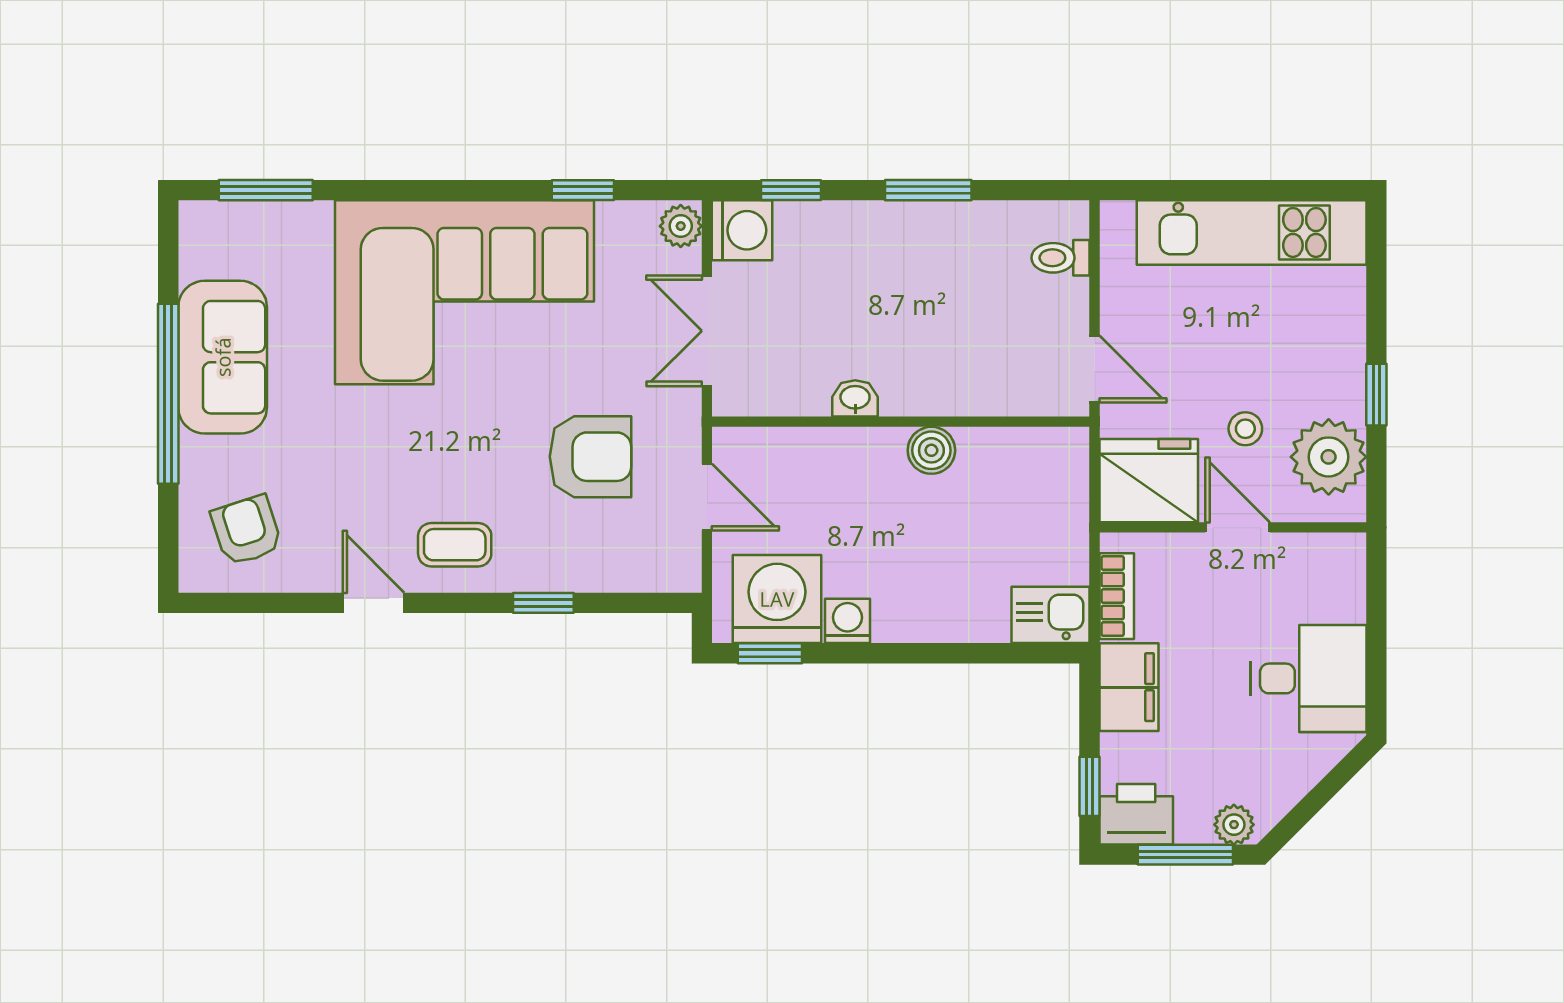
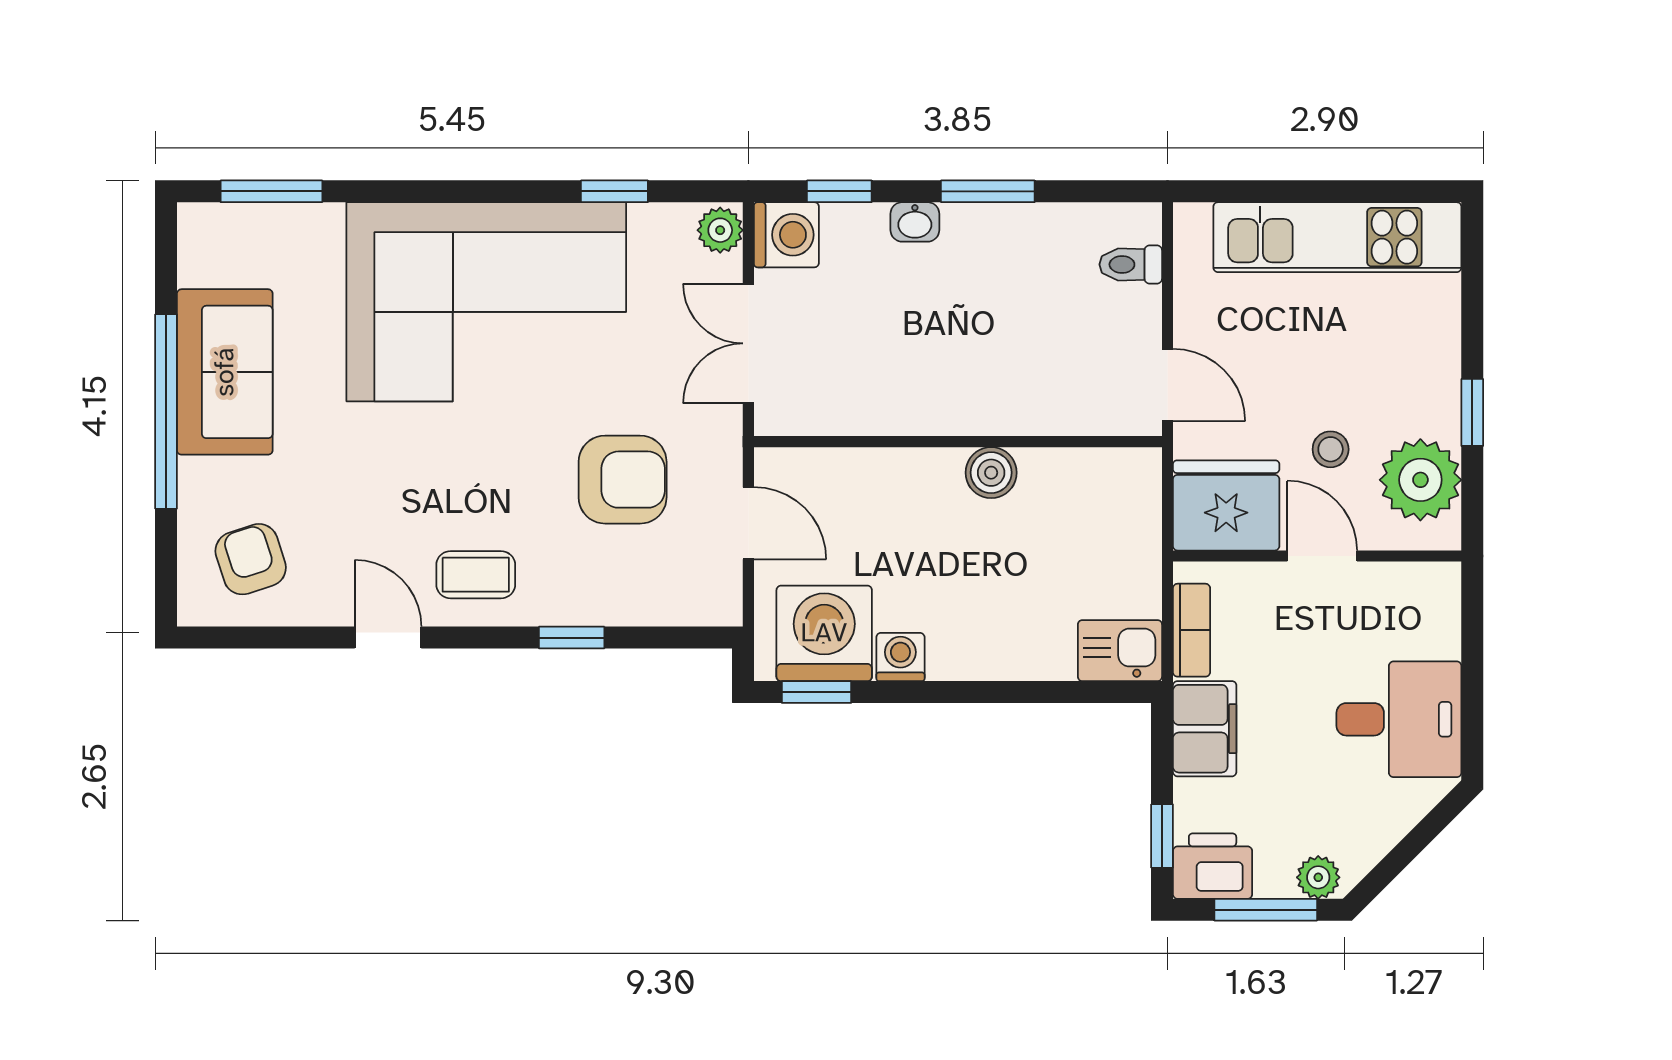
washbasin: (855, 398) -> (915, 222), moved, turned 180

